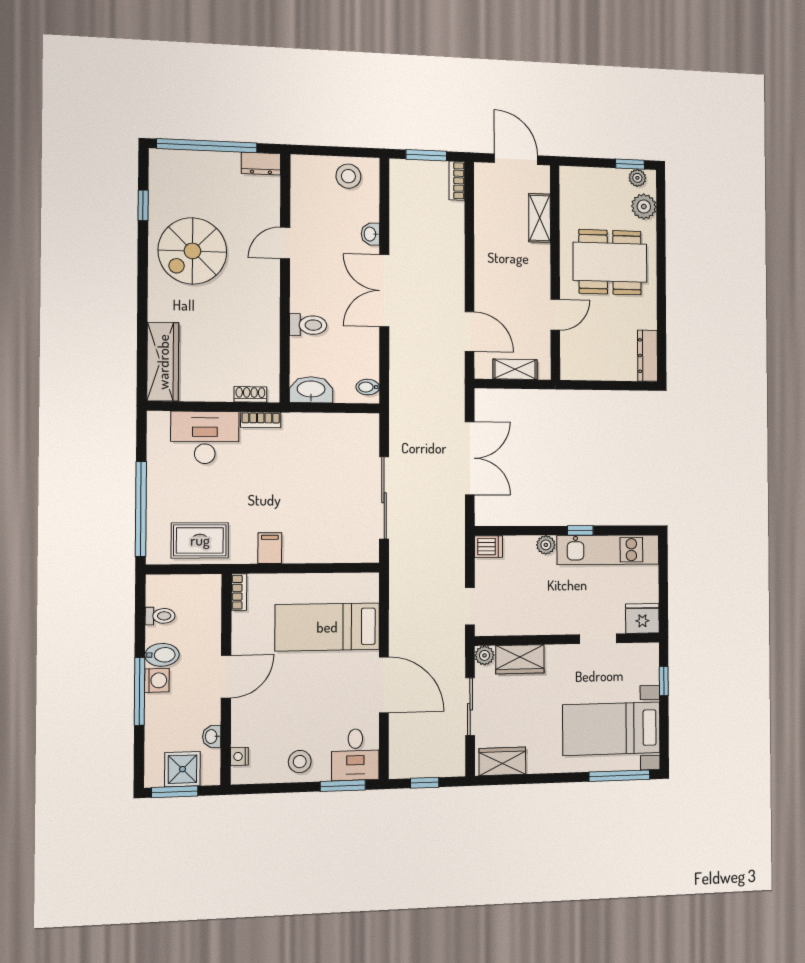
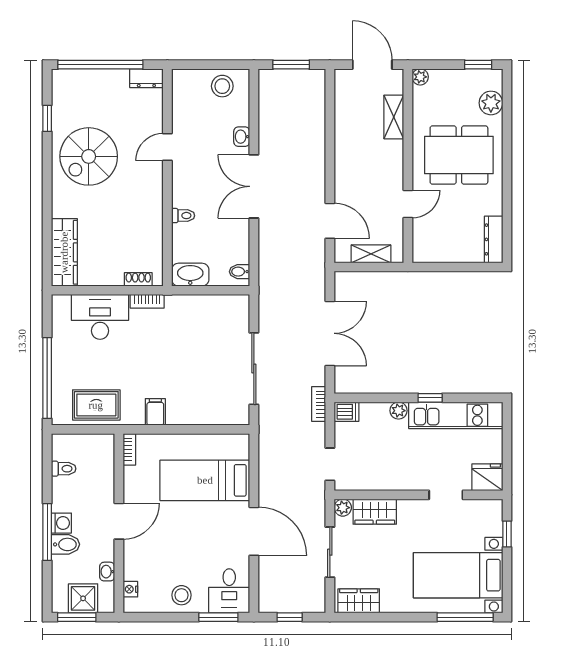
plant: (637, 178) -> (420, 77), moved
bookcase: (457, 181) -> (319, 404), moved
toilet: (308, 325) -> (183, 216), width x0.73, depth x0.72
bidet: (162, 655) -> (65, 544), moved

